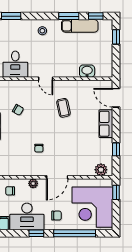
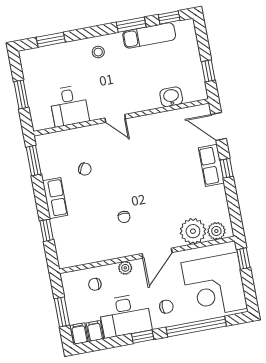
window: (116, 37) -> (208, 71), moved
coffee table: (63, 108) -> (148, 154), removed
window: (116, 149) -> (227, 168), moved
plant: (85, 167) -> (193, 231), added

